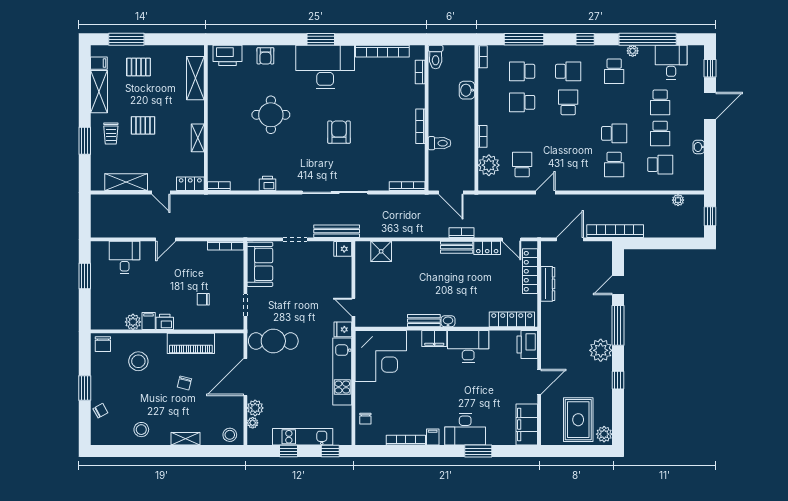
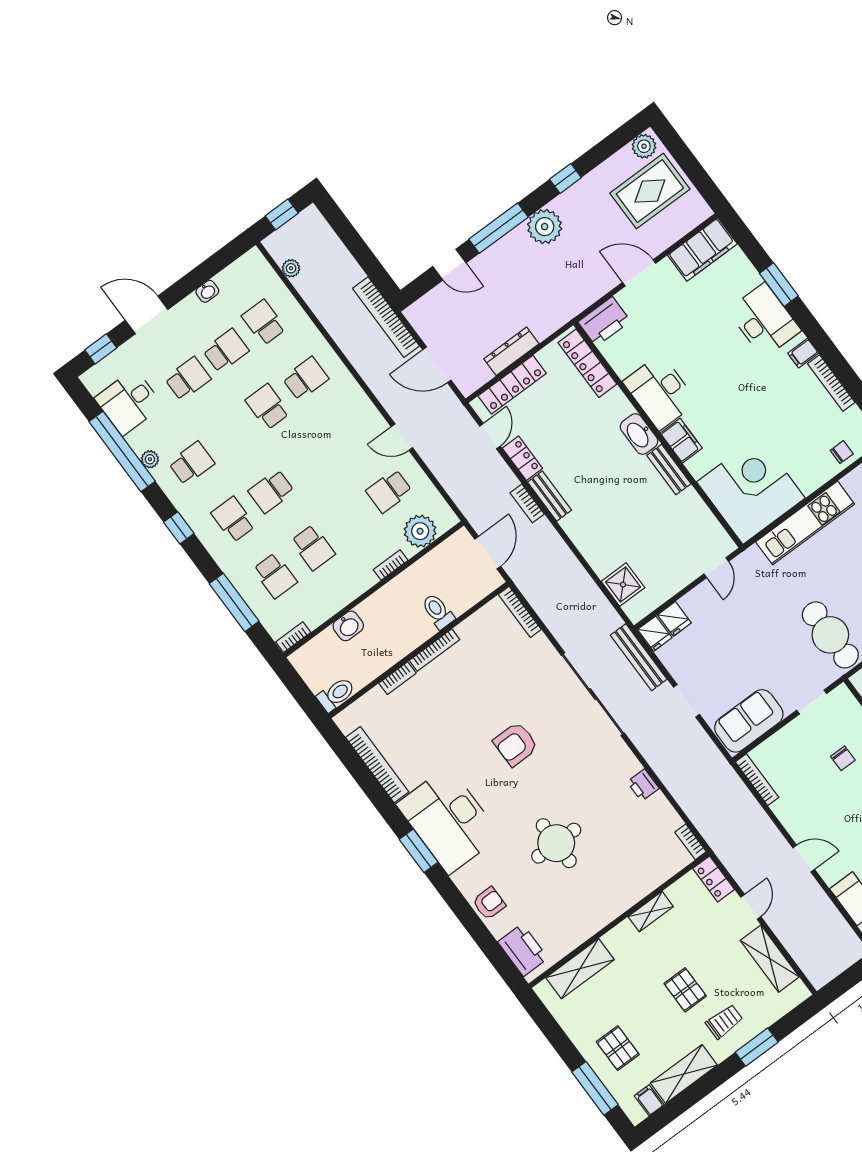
bookcase: (420, 72) -> (397, 678), moved
washbasin: (448, 321) -> (639, 434), width x1.91, depth x1.45
fridge: (343, 329) -> (674, 619), moved

